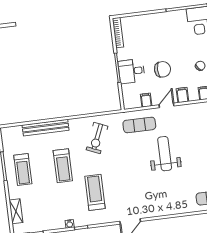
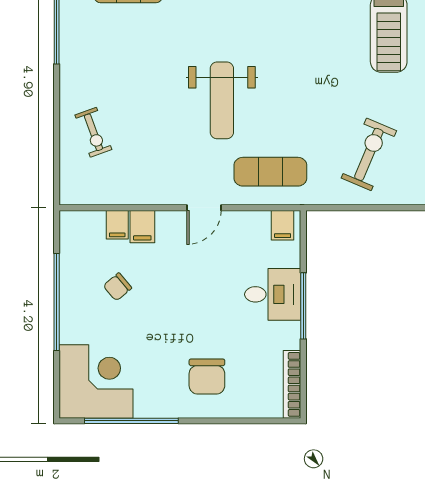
chair: (162, 69) -> (207, 376), moved, turned -90
filing cabinet: (182, 95) -> (142, 227), moved
filing cabinet: (146, 100) -> (283, 225), moved

